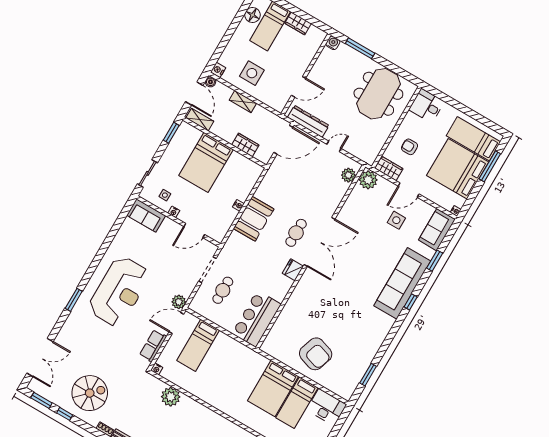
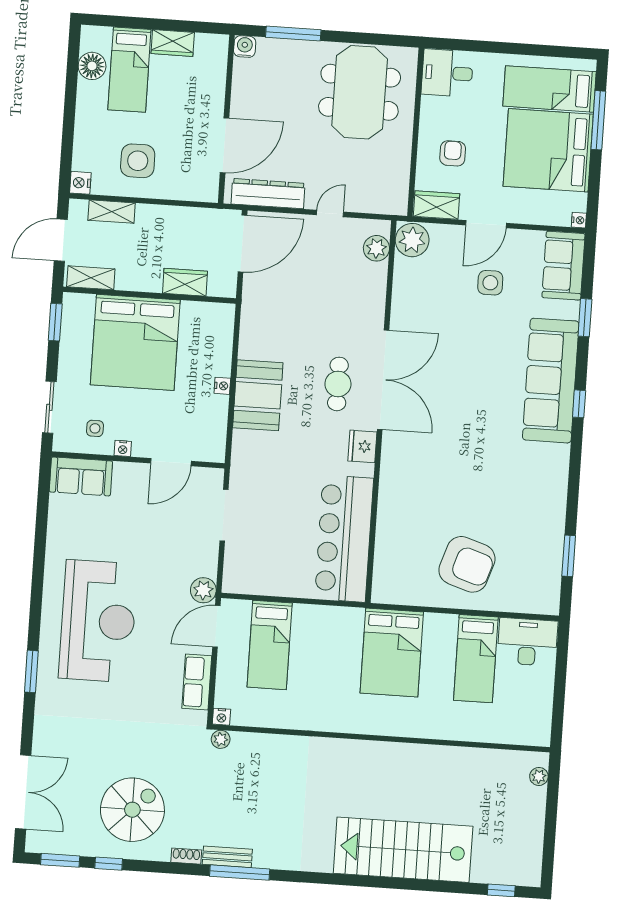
boiler: (210, 82) -> (78, 208), removed
door: (299, 87) -> (225, 145), width x1.36
door: (194, 94) -> (61, 240), swing flipped
shelving: (243, 102) -> (112, 212), moved
armchair: (410, 147) -> (453, 153), turned 90
bed: (206, 162) -> (135, 342), width x1.36
cafe table: (223, 290) -> (265, 536), removed
bar counter: (256, 319) -> (344, 539), width x1.36
bed: (273, 389) -> (392, 653), moved
plant: (171, 397) -> (221, 739), moved, width x0.53, depth x0.53

